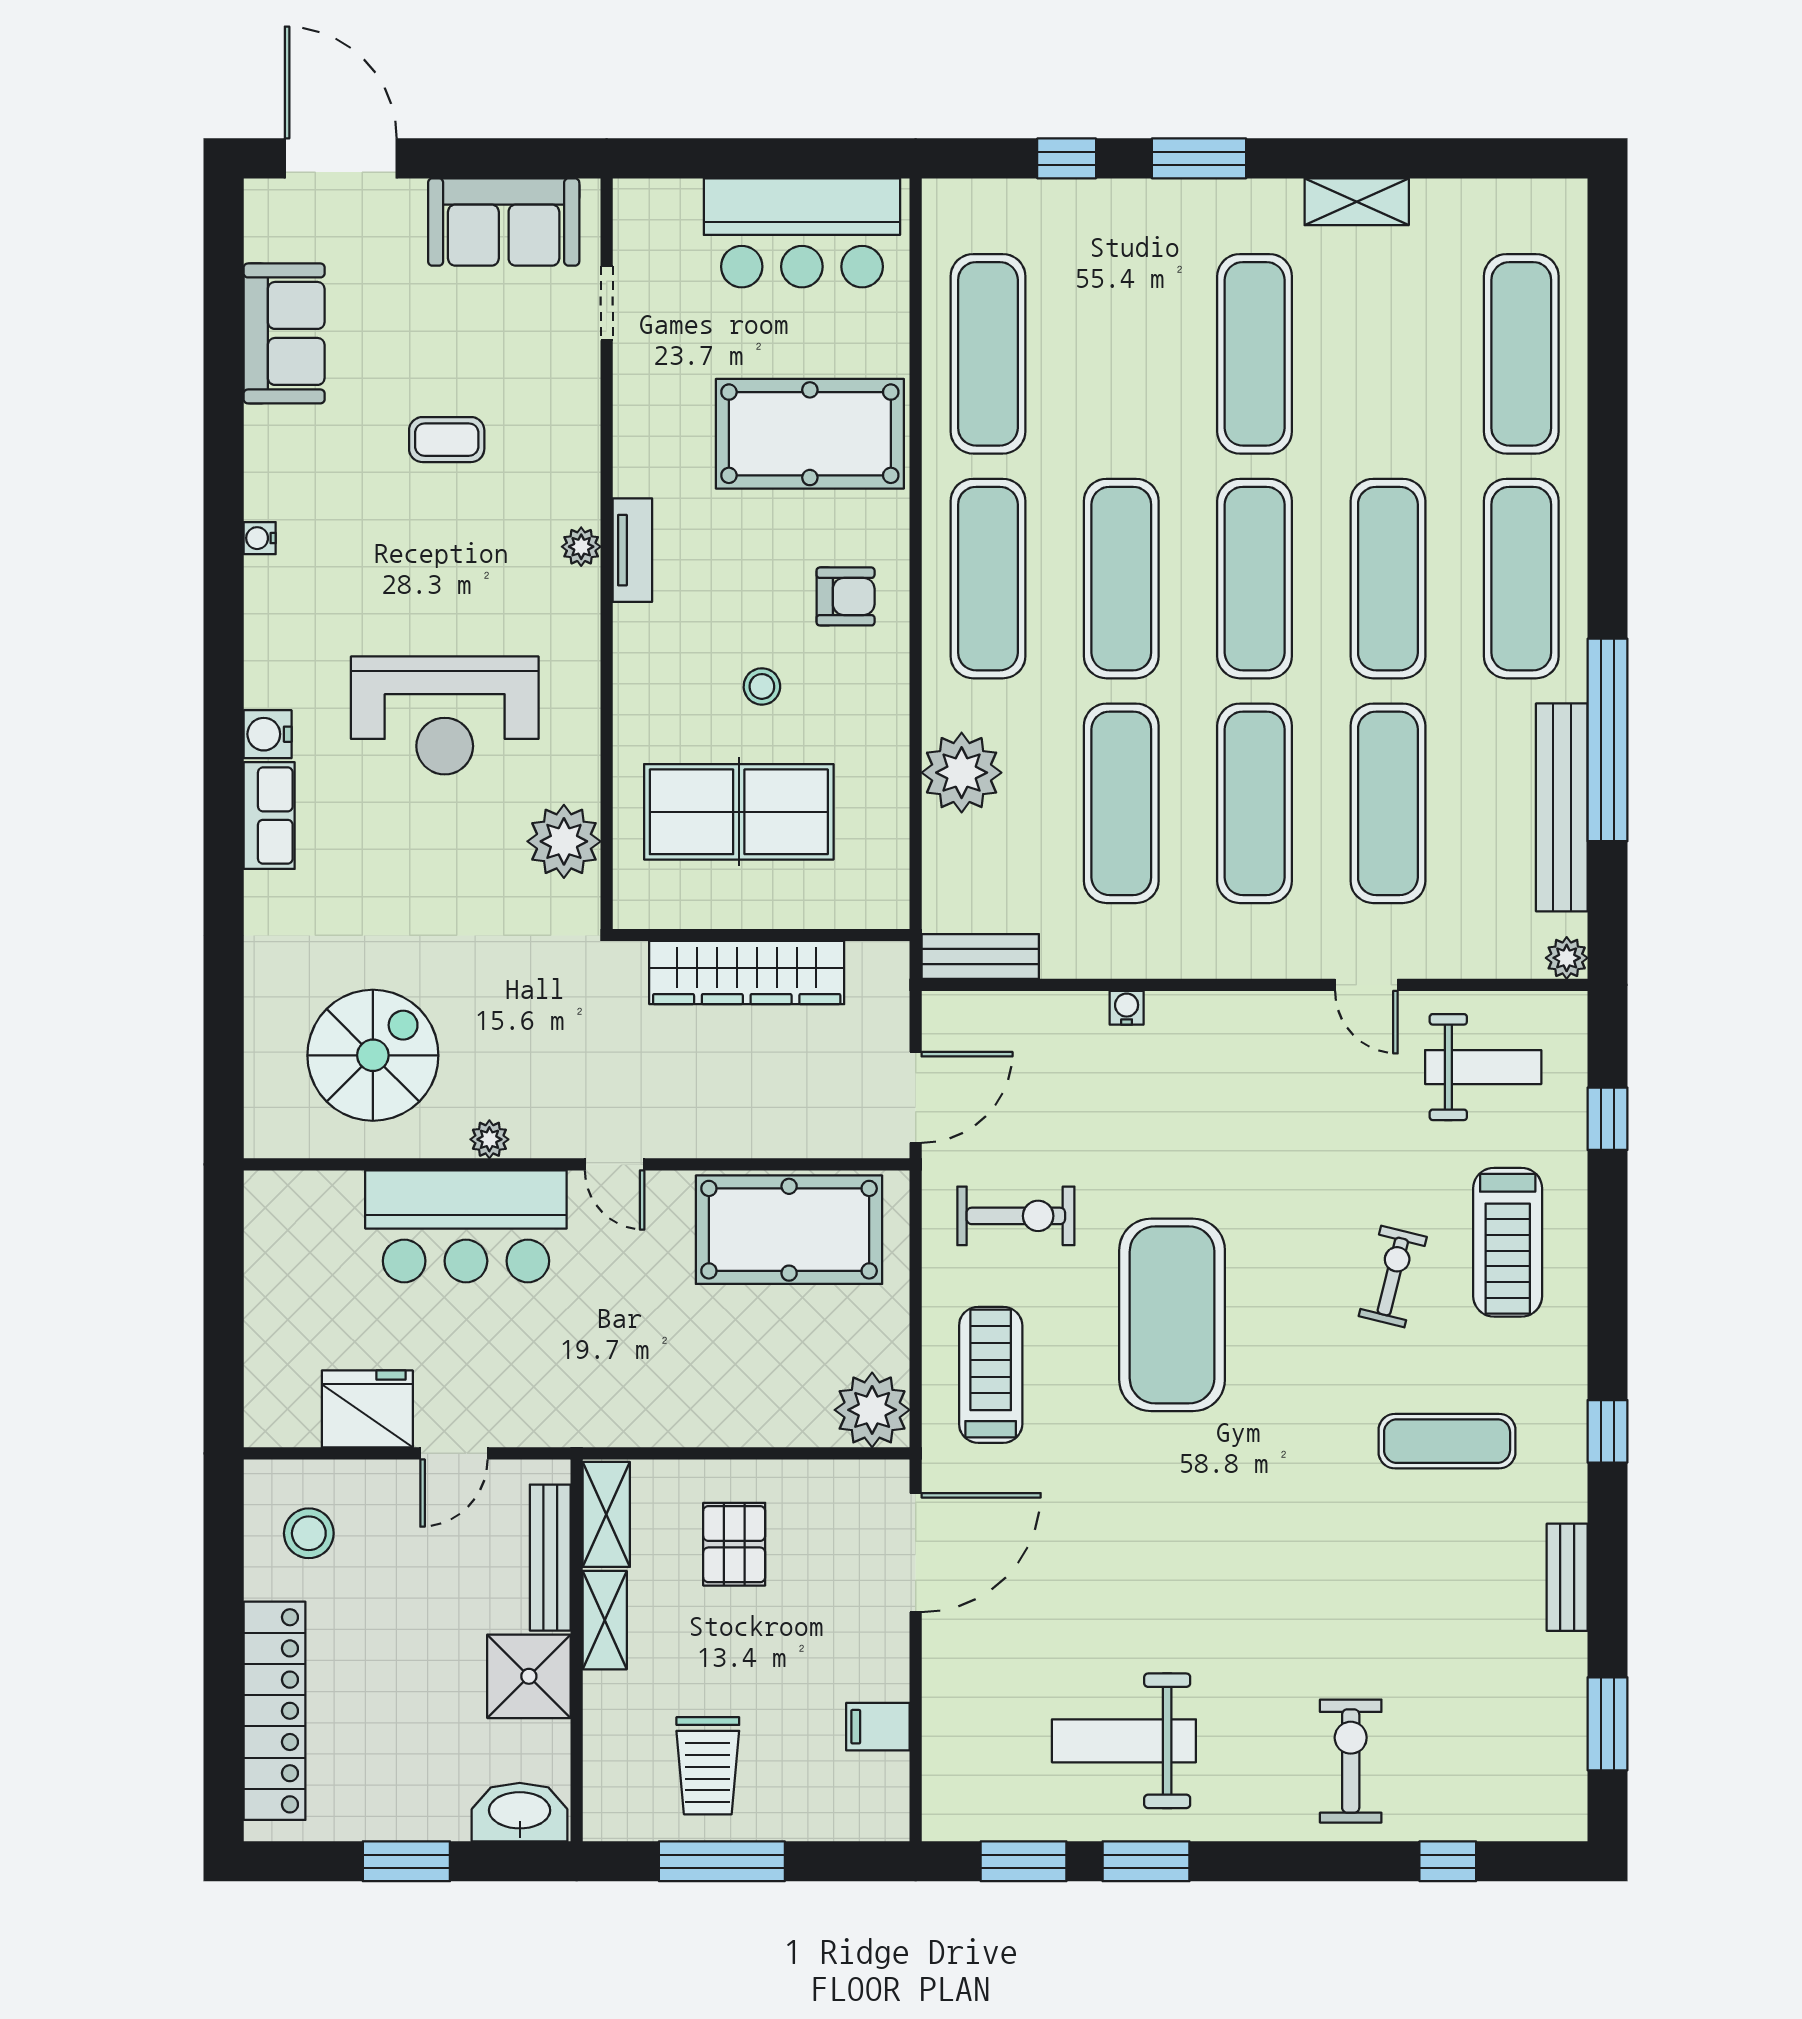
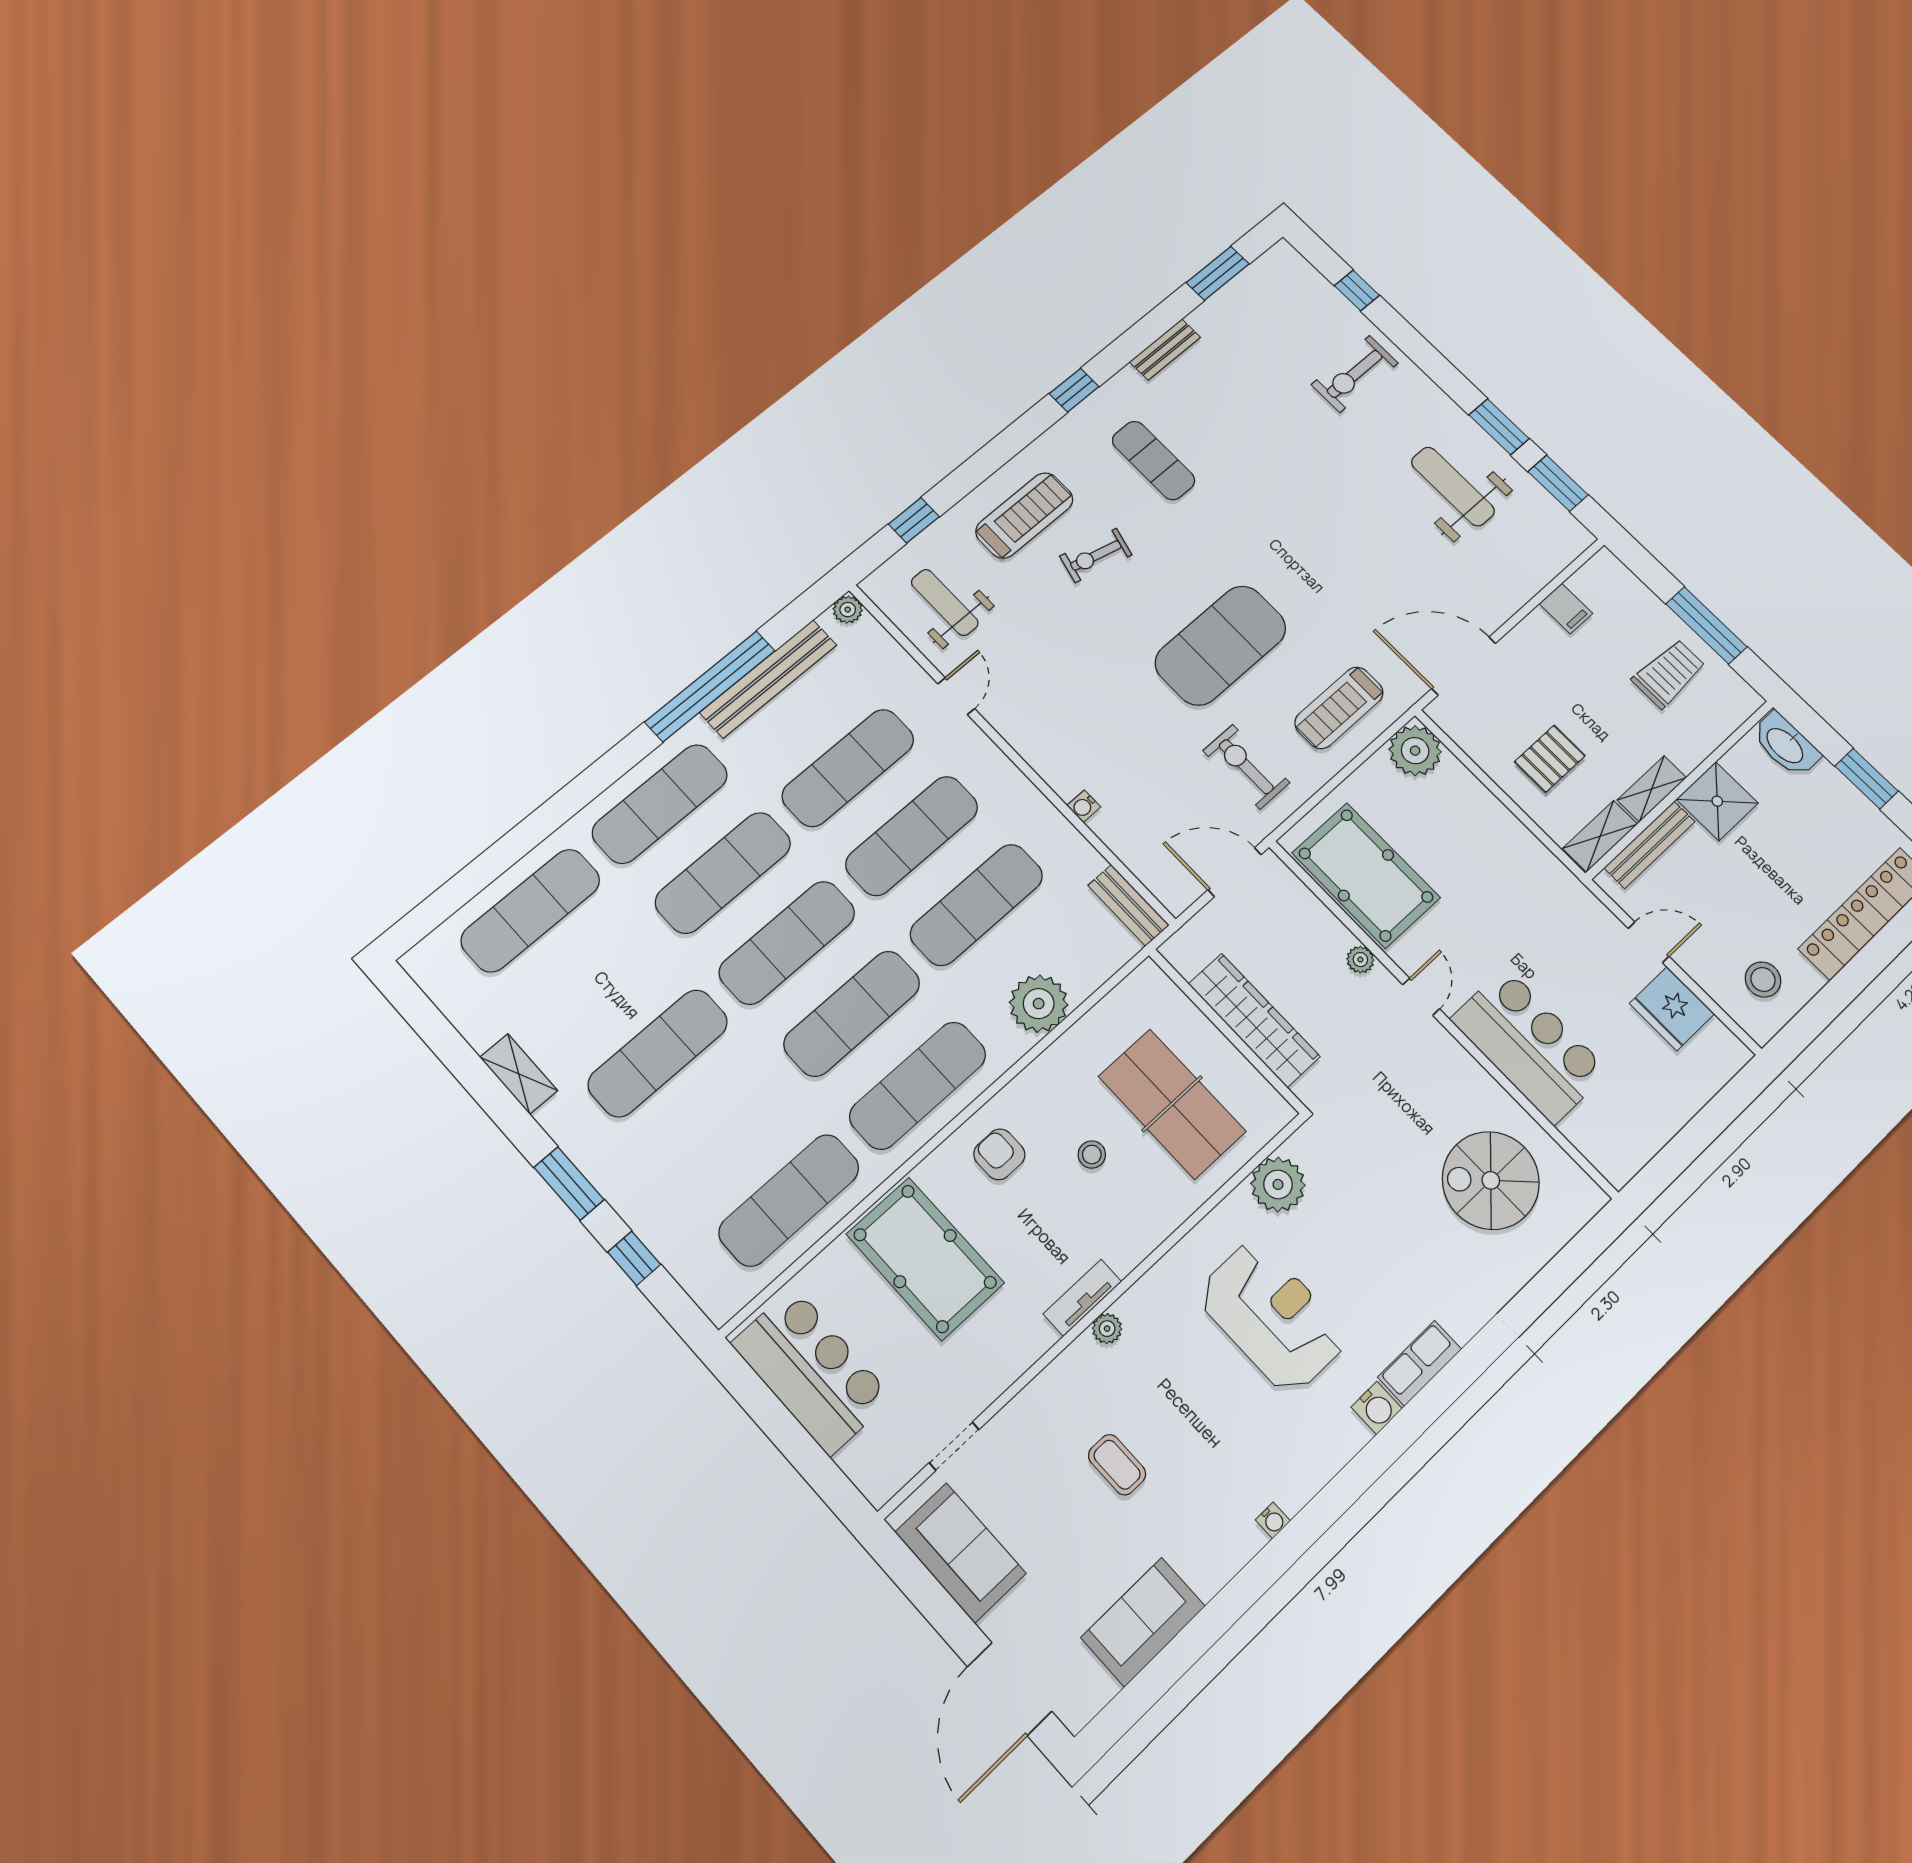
plant: (489, 1139) -> (1360, 960), moved
weight bench: (1124, 1741) -> (1453, 486), turned 180

